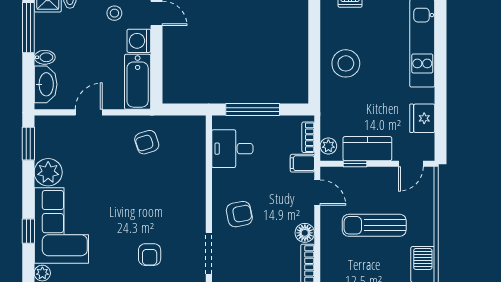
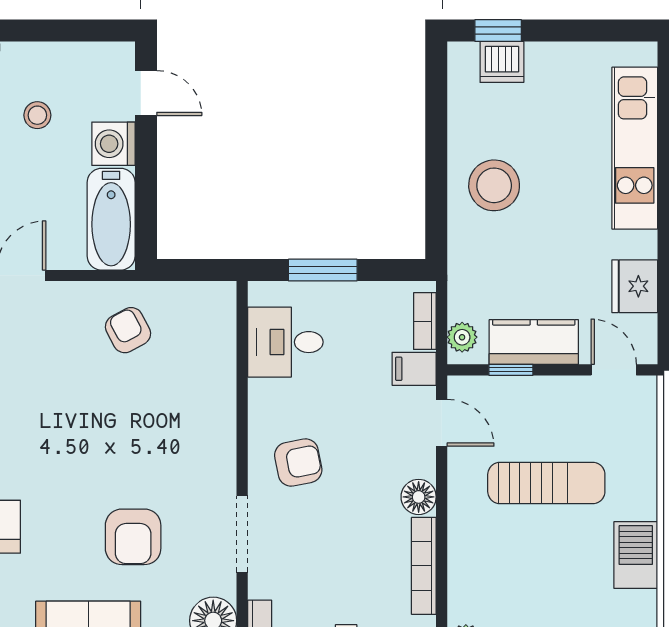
stool: (114, 13) -> (37, 115), moved
window: (253, 109) -> (323, 270), width x0.69
armchair: (147, 142) -> (128, 330), turned 80
door: (411, 164) -> (614, 370), swing flipped
sun lounger: (374, 225) -> (546, 483), turned 180
armchair: (150, 255) -> (133, 537), width x1.38, depth x1.38

